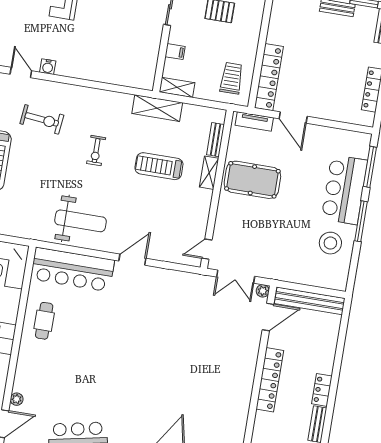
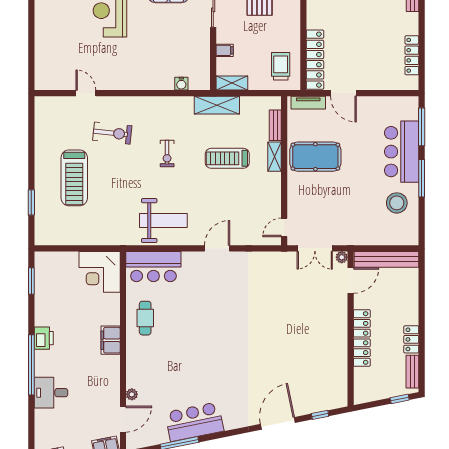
water cooler: (48, 67) -> (181, 84), moved
bar counter: (72, 269) -> (153, 267), width x0.73

